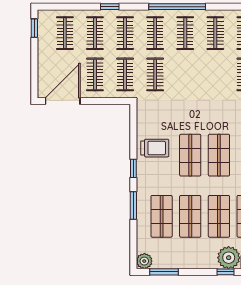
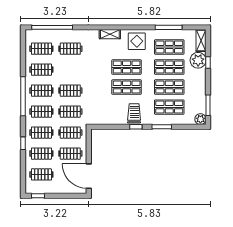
clothes rail: (185, 74) -> (70, 91), added
trolley: (155, 148) -> (134, 113), moved

